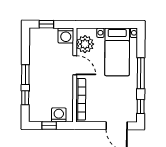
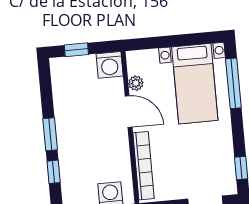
plant: (85, 44) -> (136, 83), width x0.53, depth x0.53
window: (141, 73) -> (233, 83), moved

